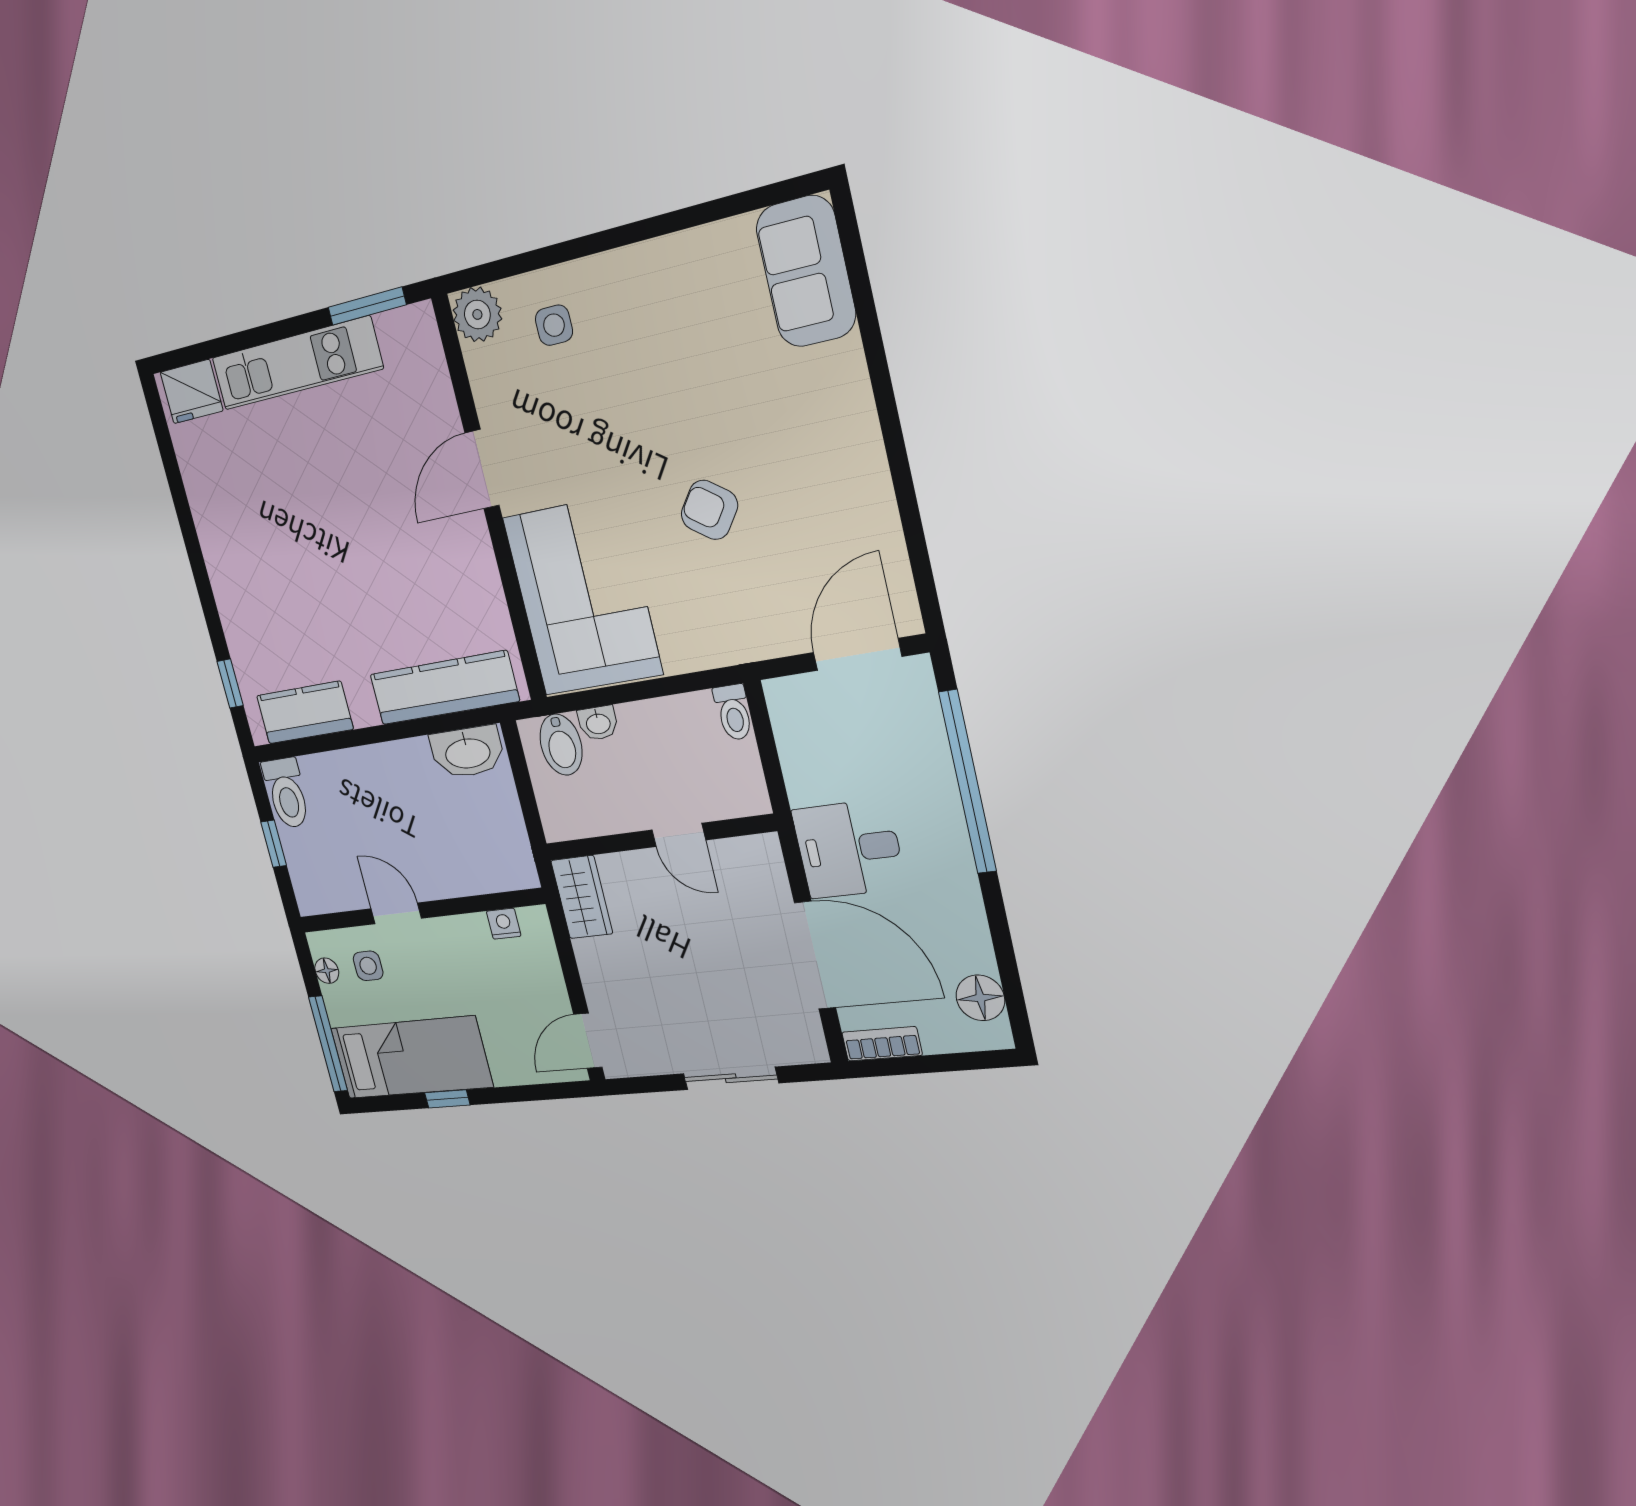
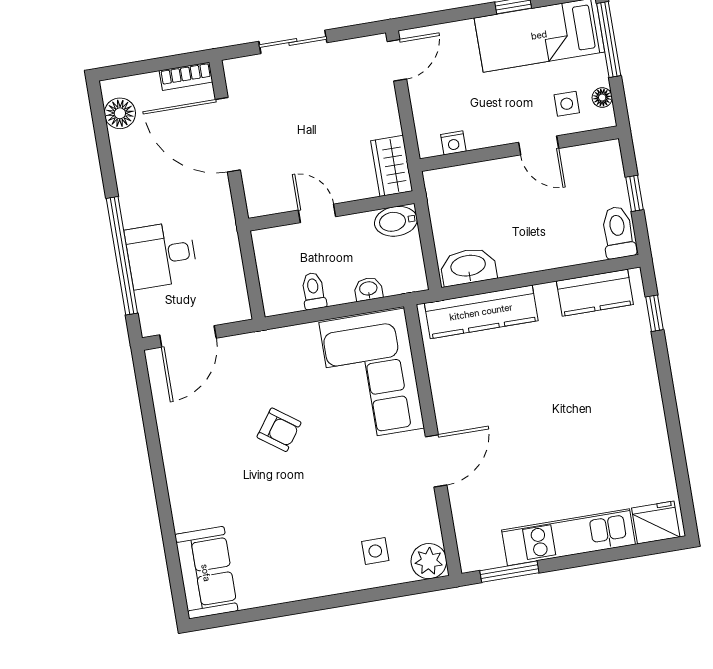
toilet: (733, 712) -> (314, 291), moved
bidet: (561, 745) -> (396, 221), moved, turned -90
desk: (849, 849) -> (161, 255), moved, turned 180

